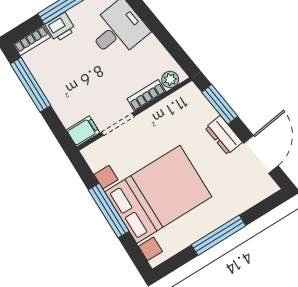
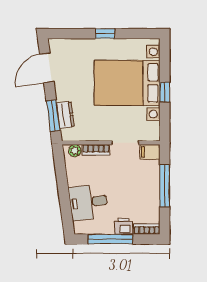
window: (31, 85) -> (165, 186), moved
dresser: (224, 135) -> (65, 115), moved
window: (109, 211) -> (165, 92), width x0.46
window: (219, 235) -> (105, 34), width x0.46

